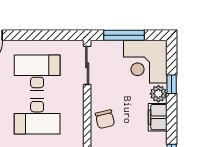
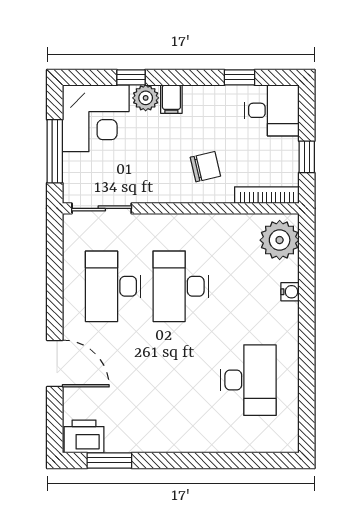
desk: (37, 116) -> (181, 286), turned 180
filing cabinet: (158, 117) -> (171, 99), width x0.50
chair: (105, 119) -> (205, 167), moved

